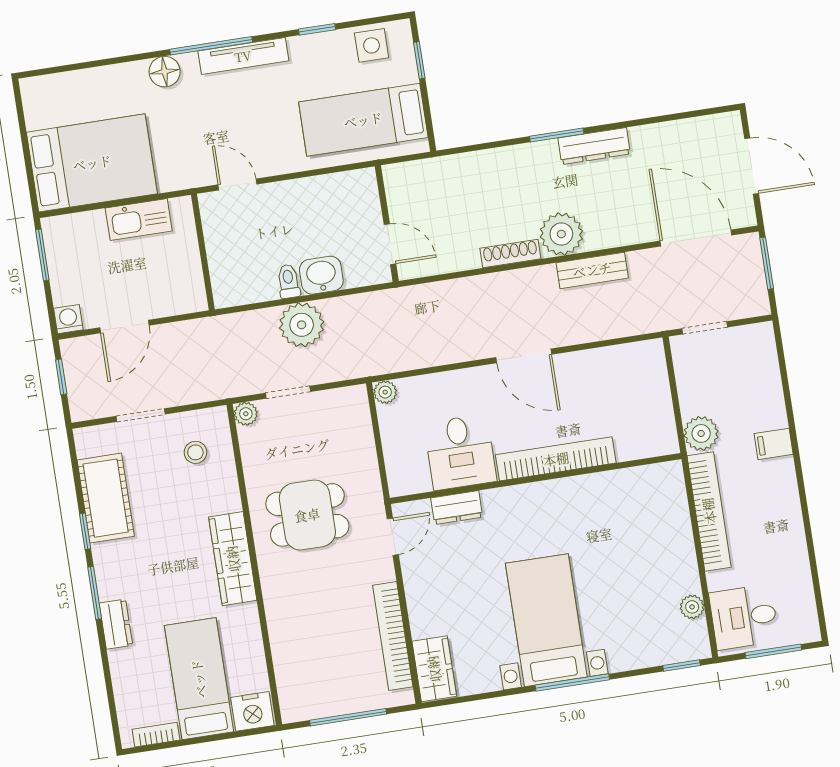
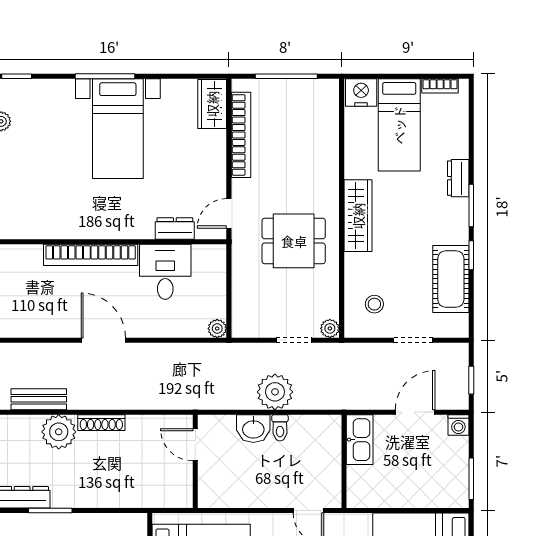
kitchen sink: (139, 219) -> (360, 440), moved, turned 90

